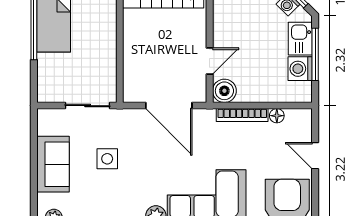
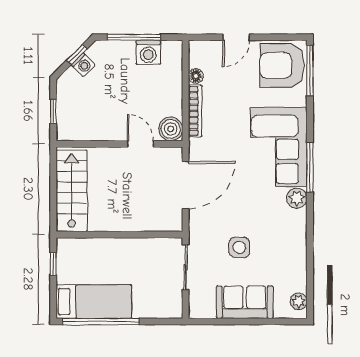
kitchen sink: (300, 39) -> (118, 52), removed

